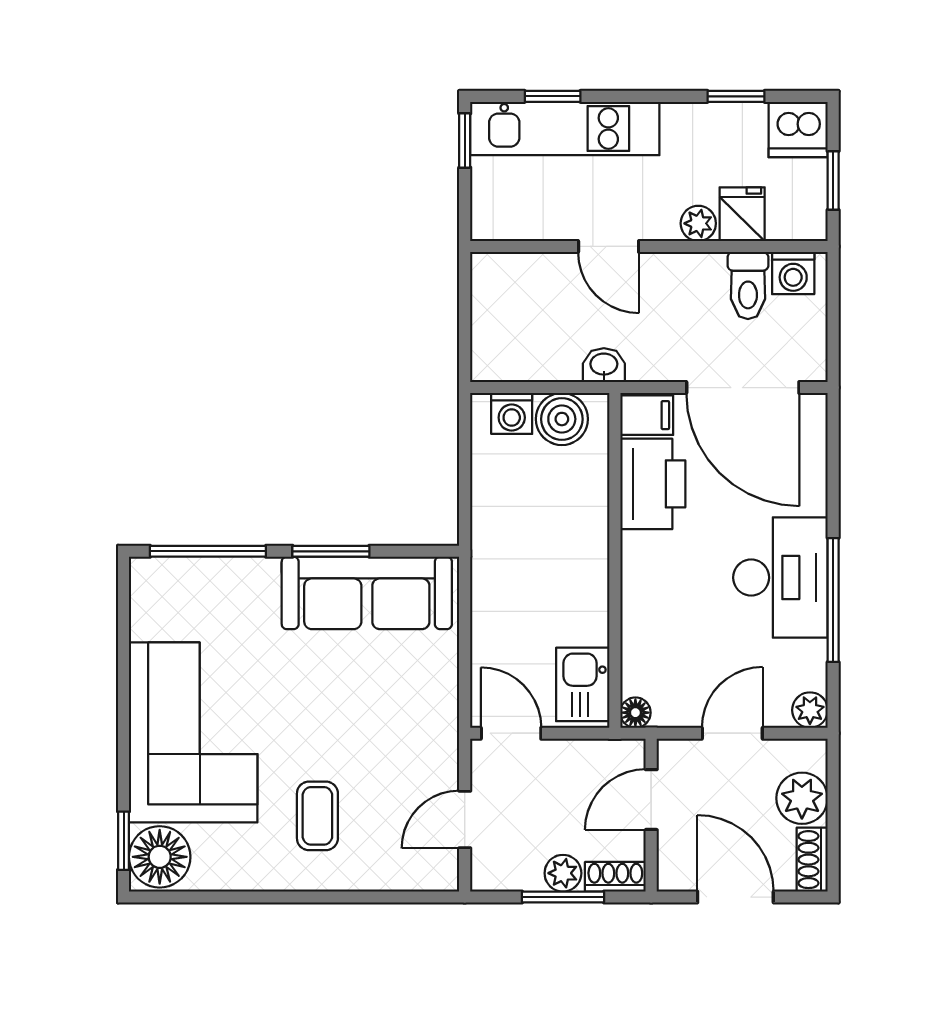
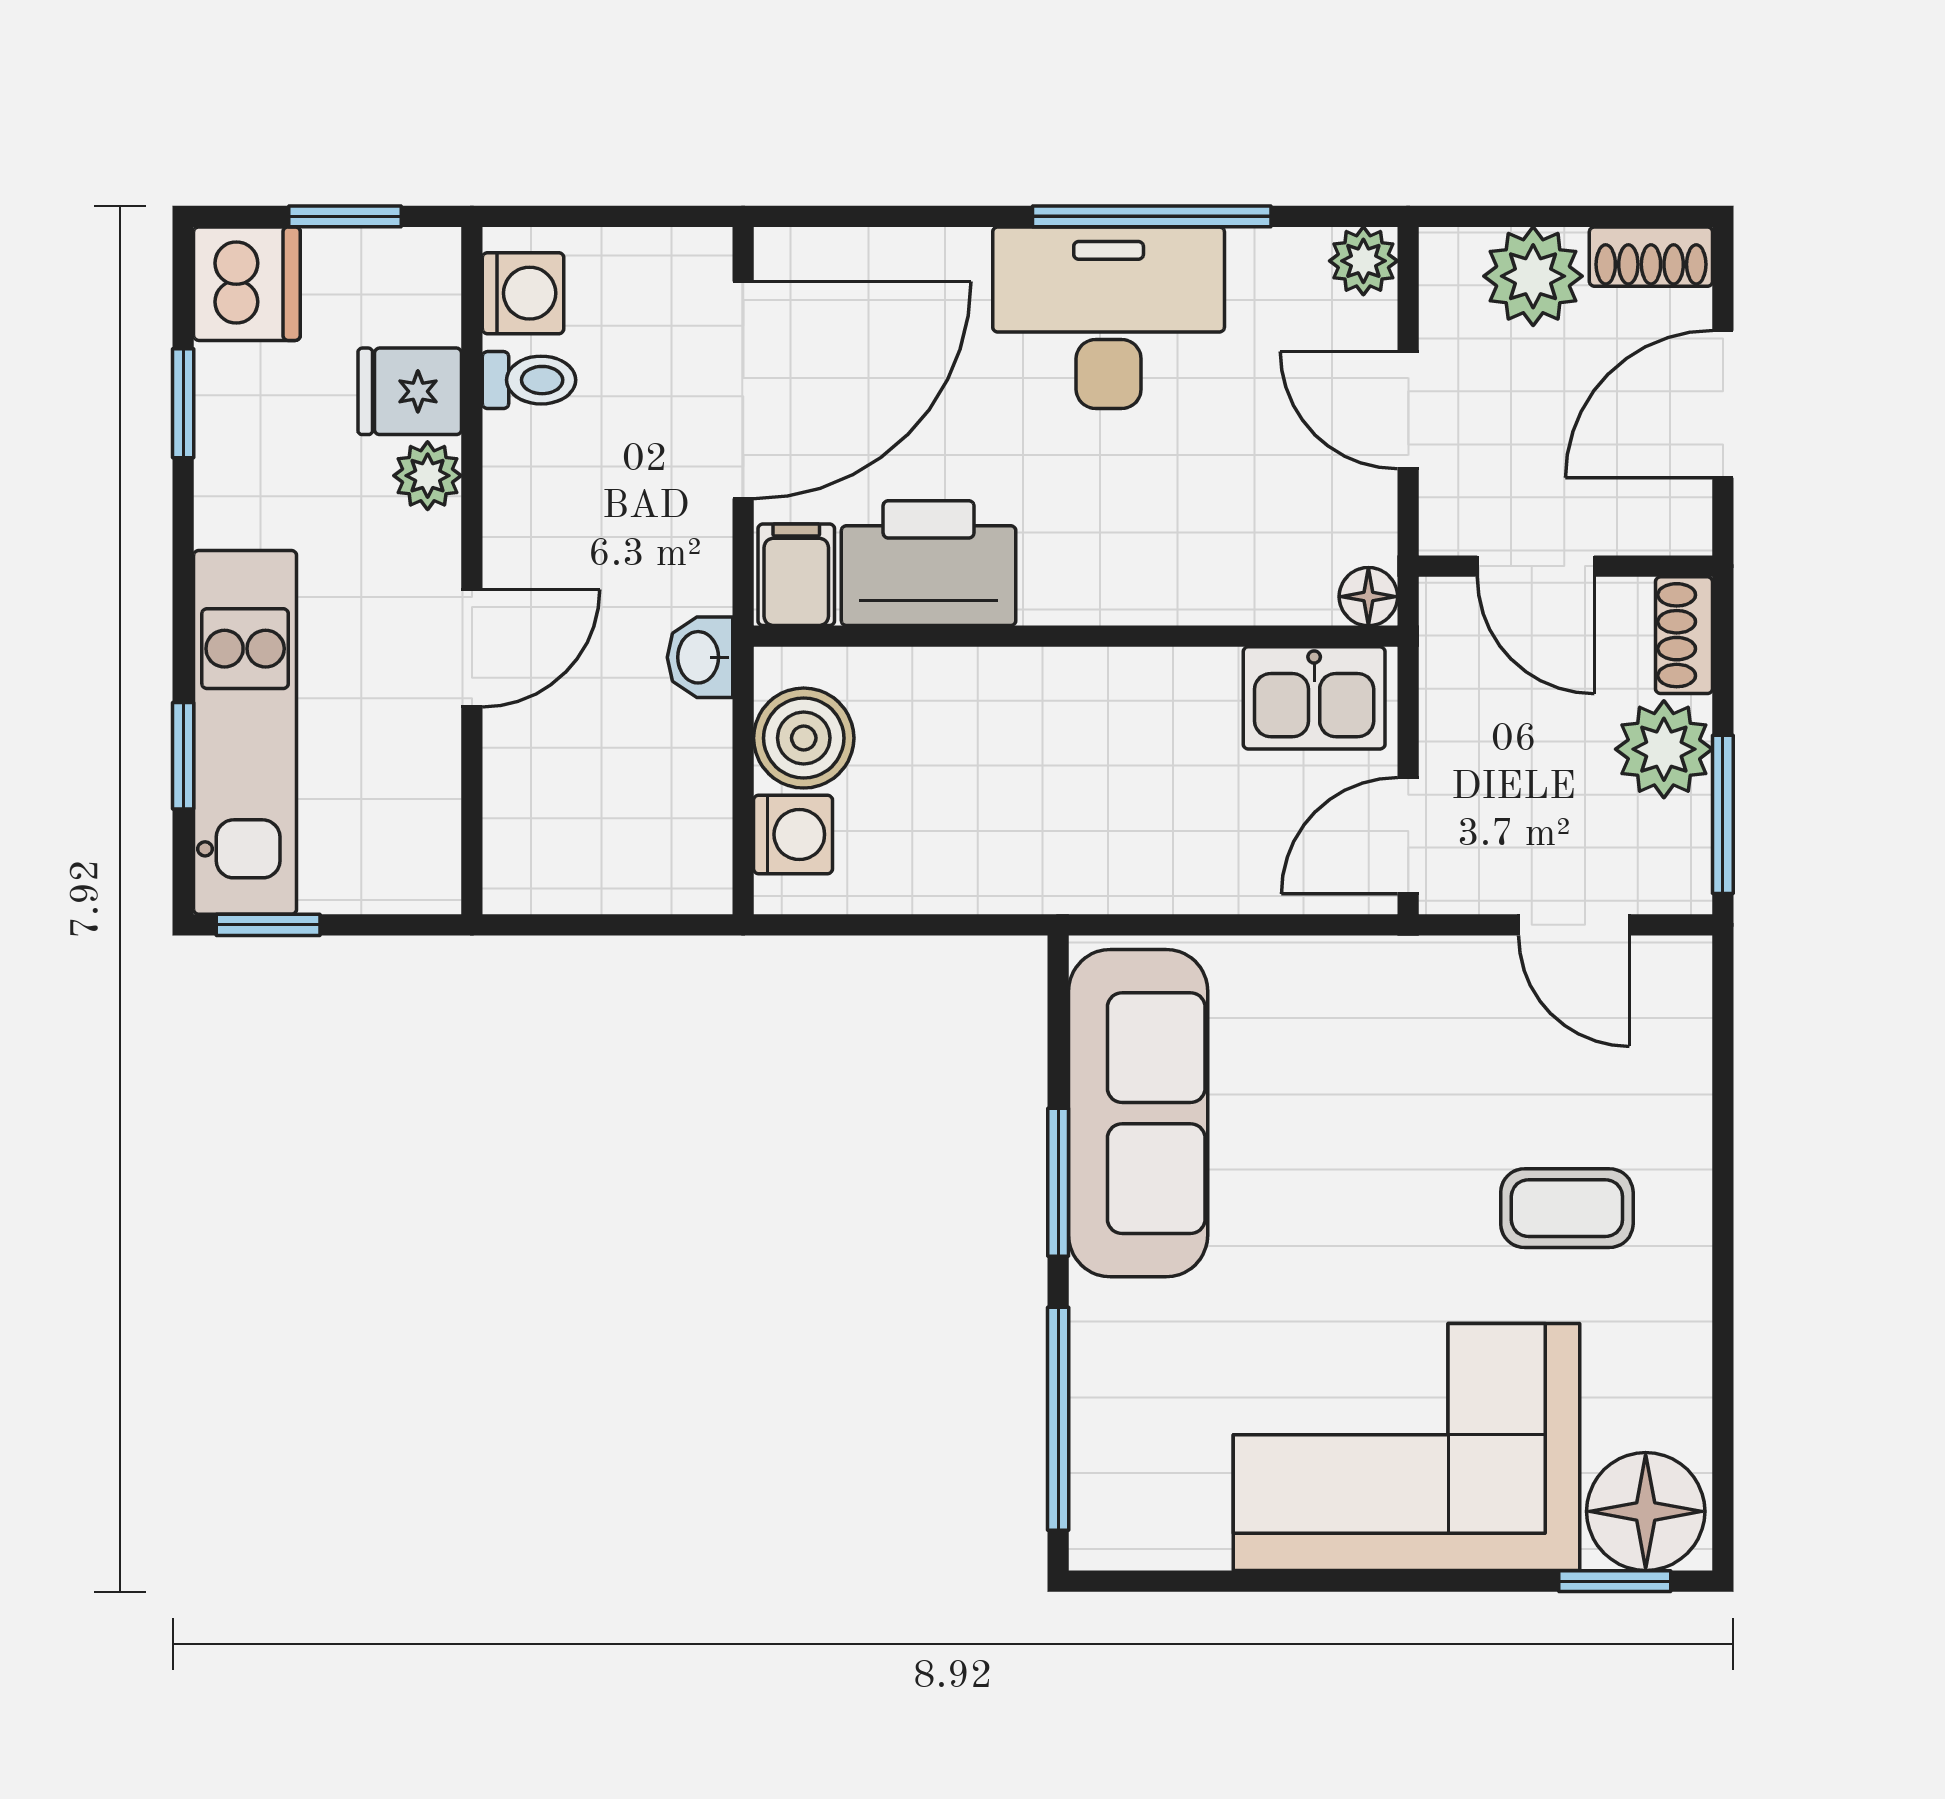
toilet: (748, 286) -> (529, 380), width x0.73, depth x0.72
plant: (563, 873) -> (1664, 749), width x1.38, depth x1.38
window: (563, 897) -> (1723, 814), moved

